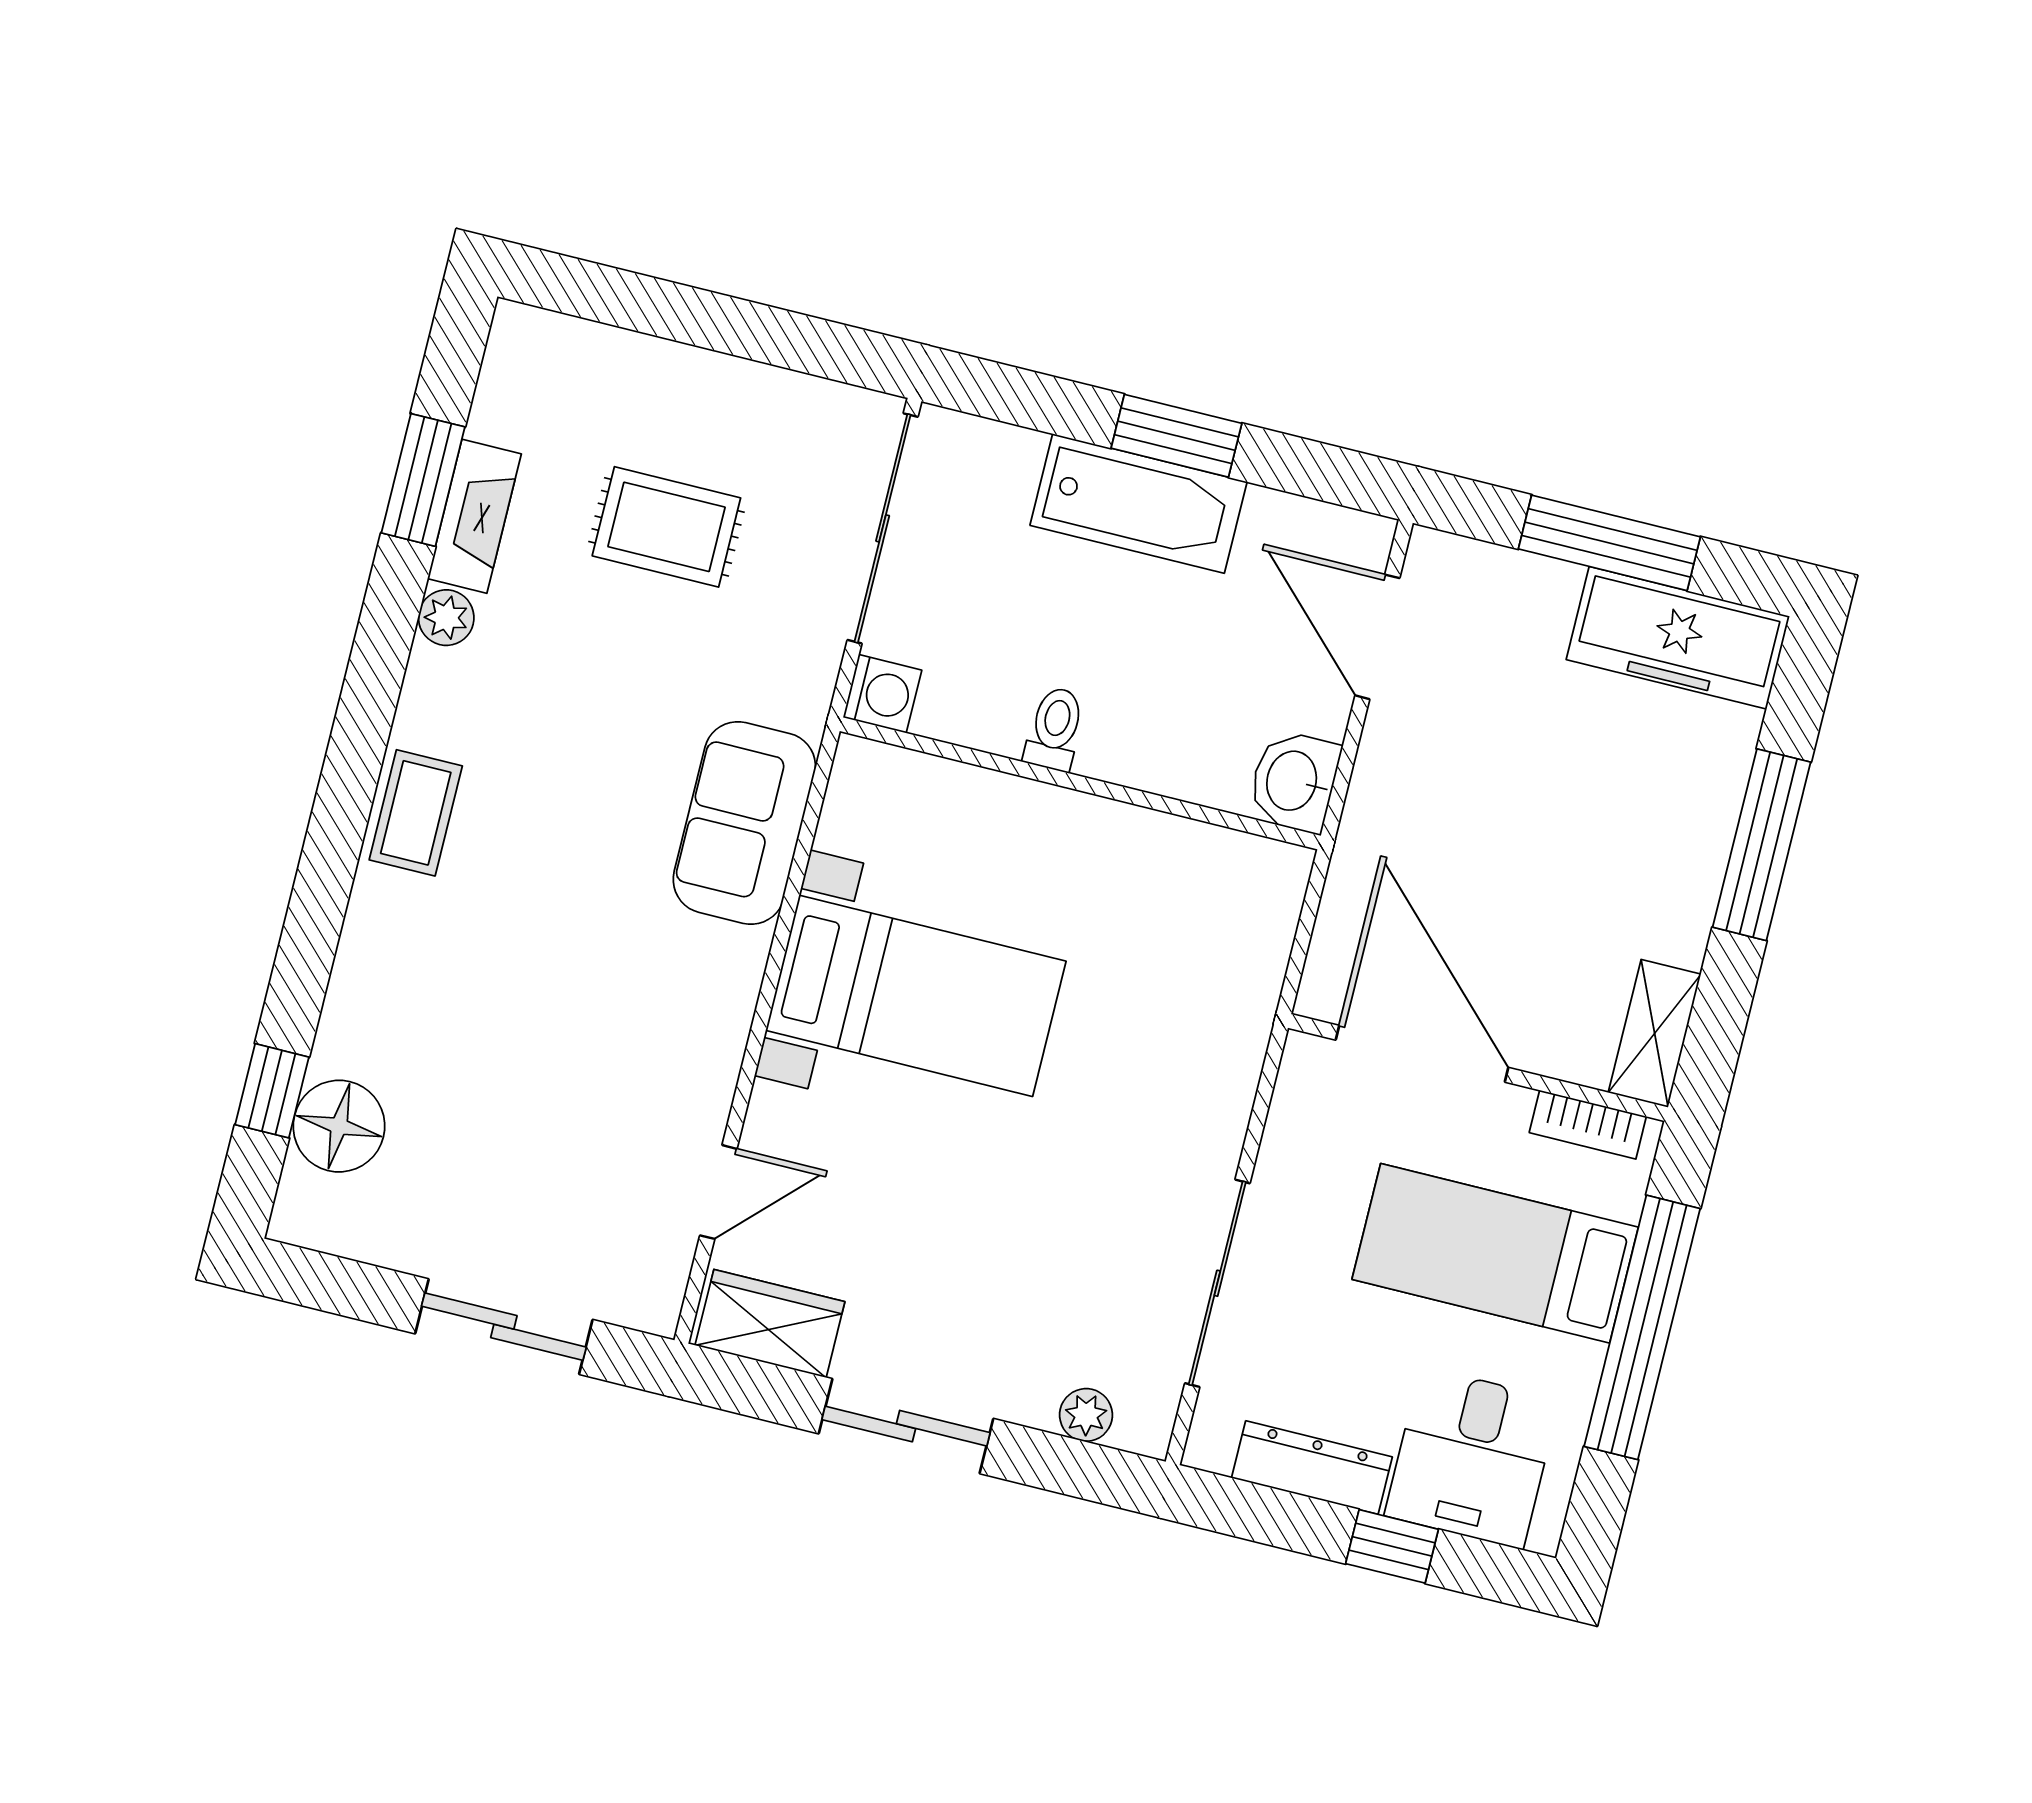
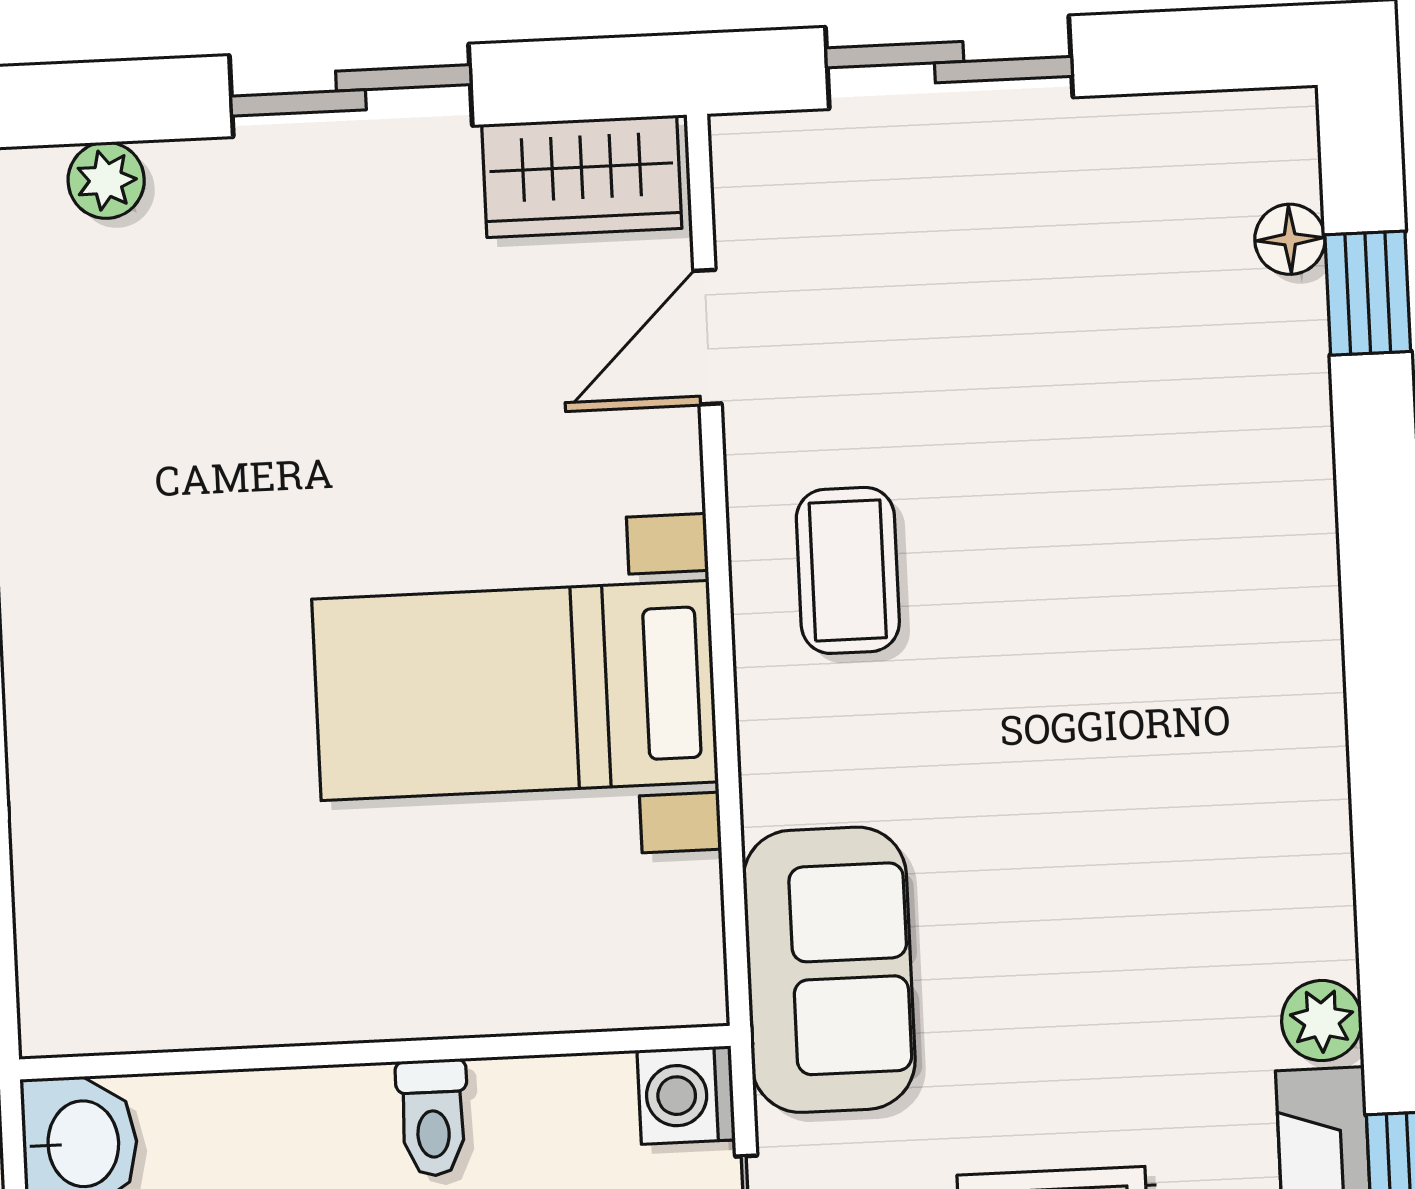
coffee table: (416, 813) -> (848, 570), moved
sofa: (744, 823) -> (829, 970), moved
floor lamp: (339, 1126) -> (1290, 239), width x0.53, depth x0.53

